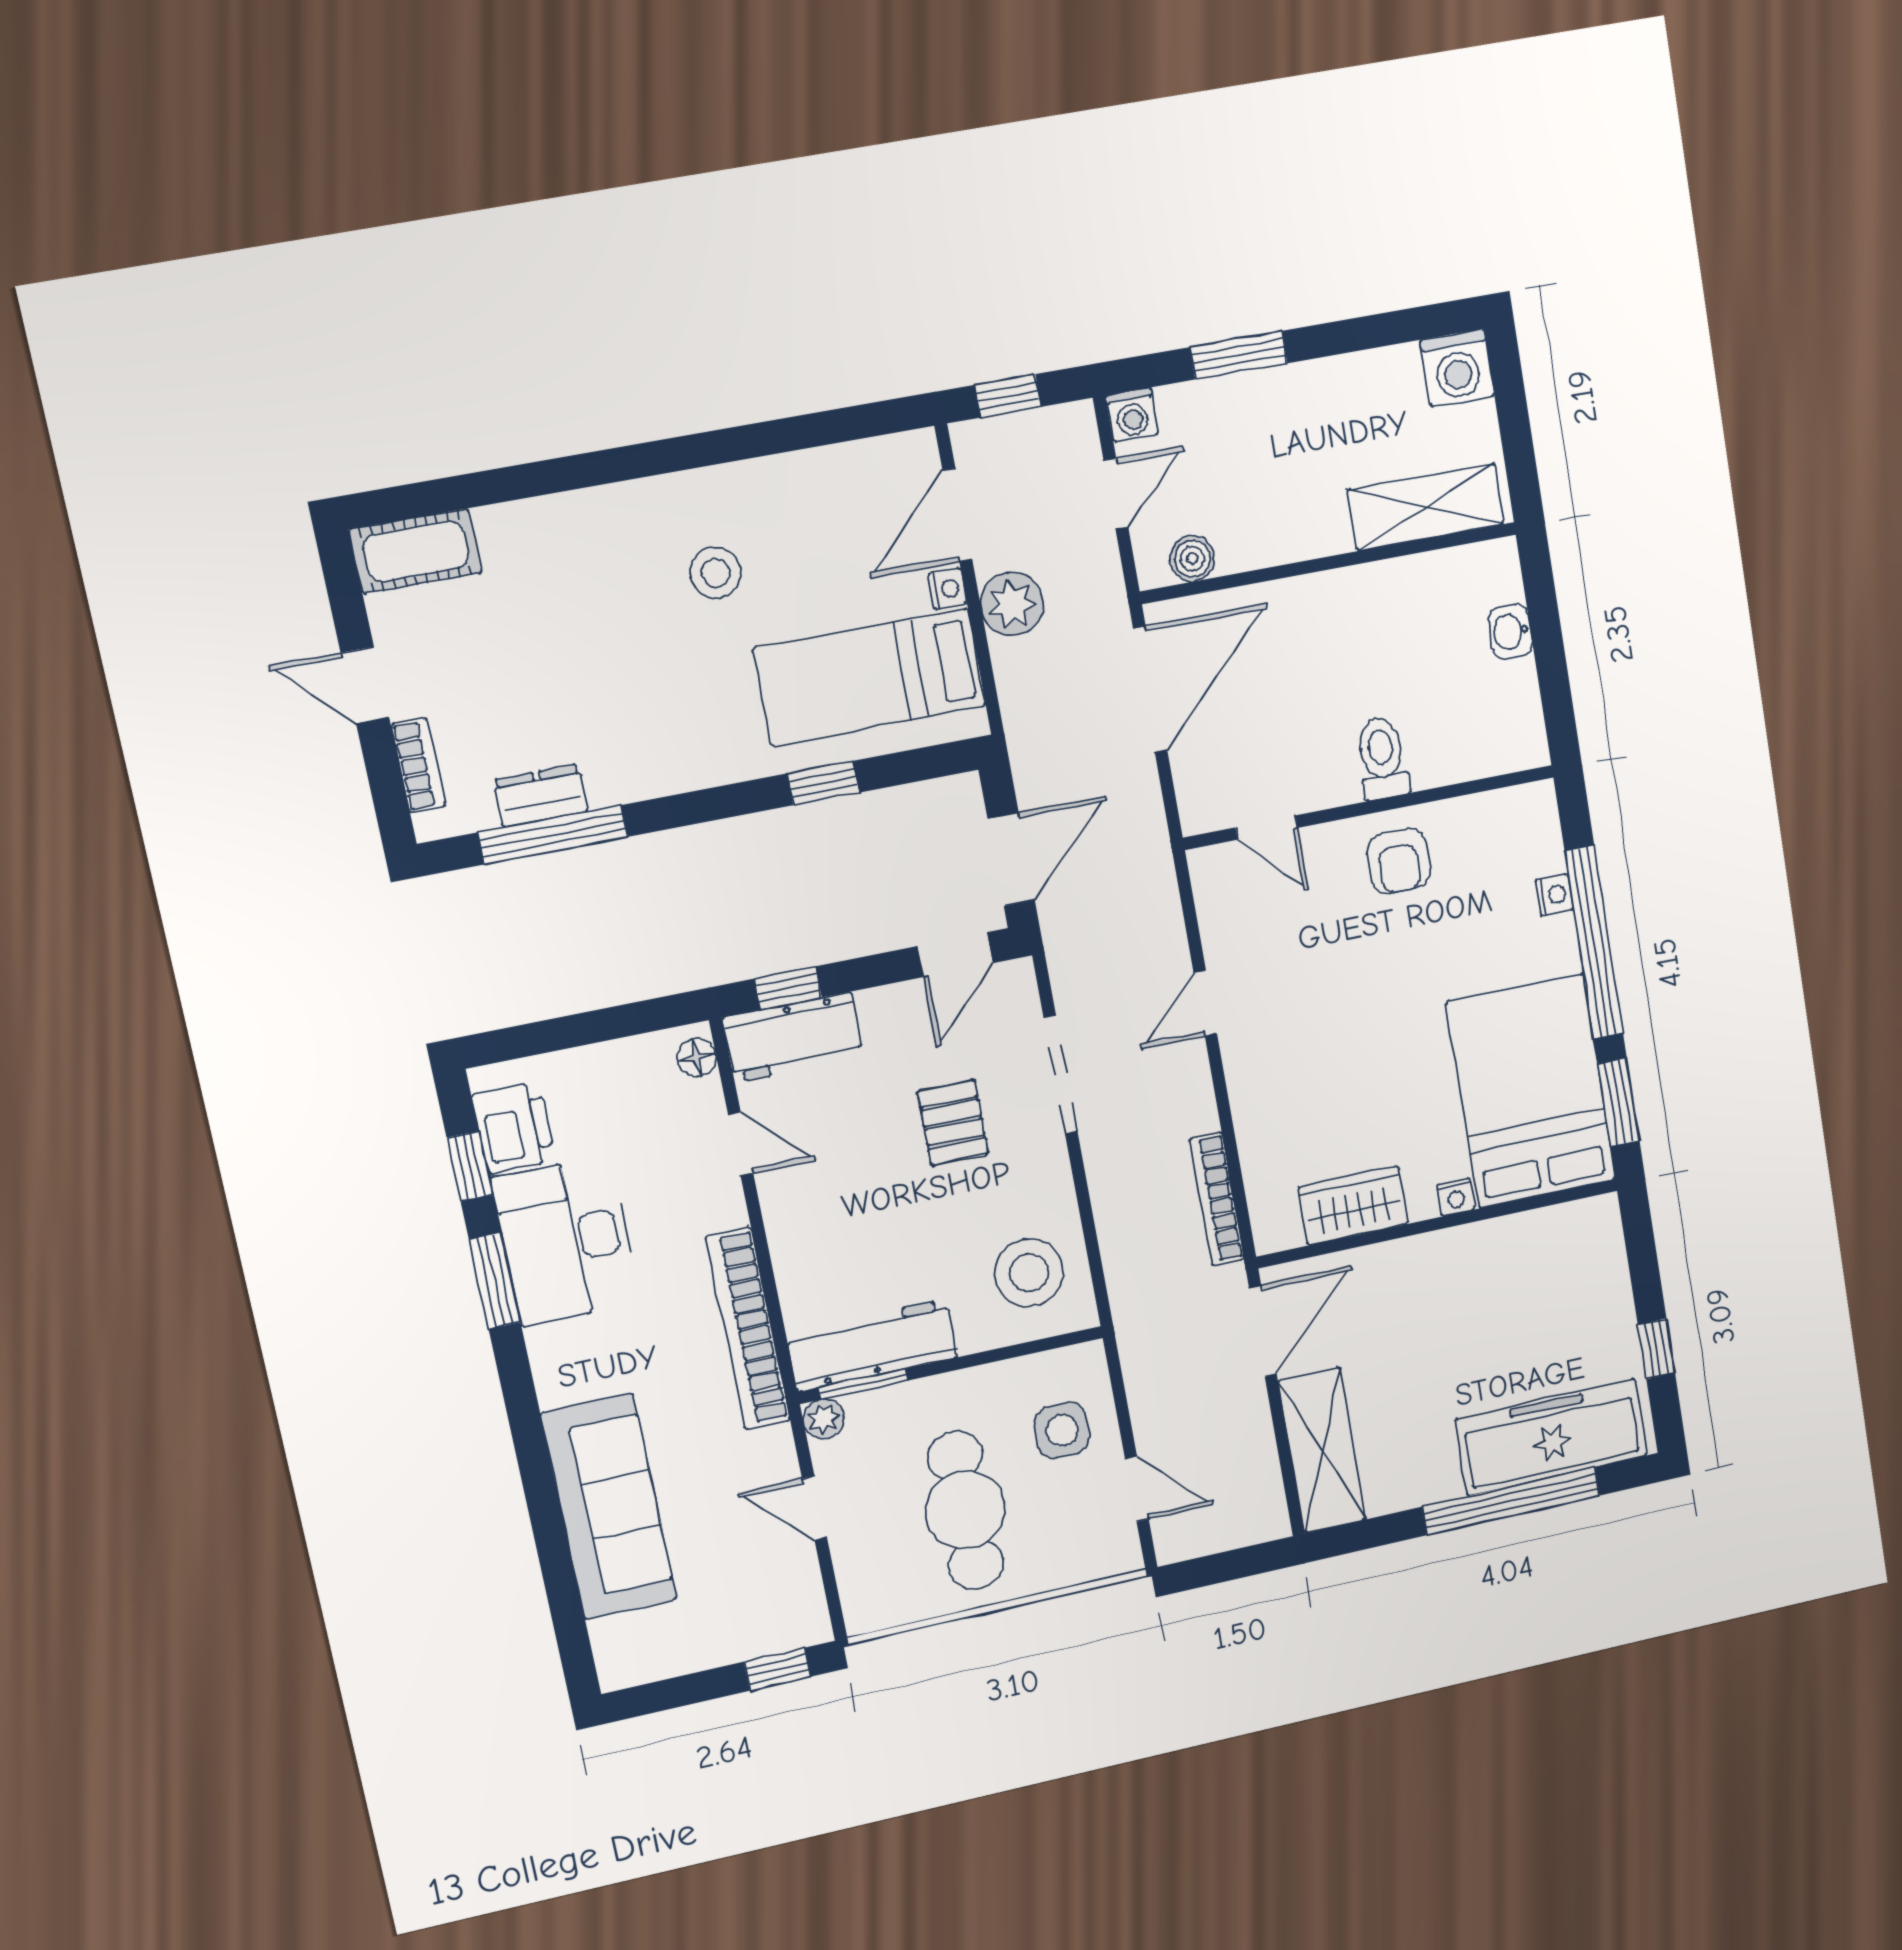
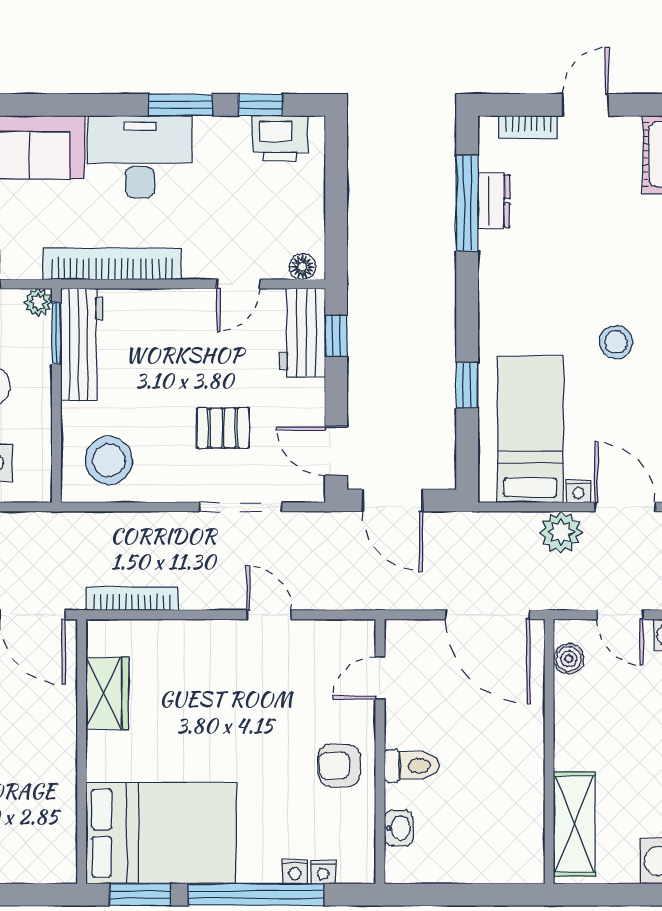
washbasin: (1510, 631) -> (399, 828), moved, turned 90
nightstand: (1456, 1197) -> (323, 872), moved, turned -90
desk: (566, 1241) -> (140, 157), moved

